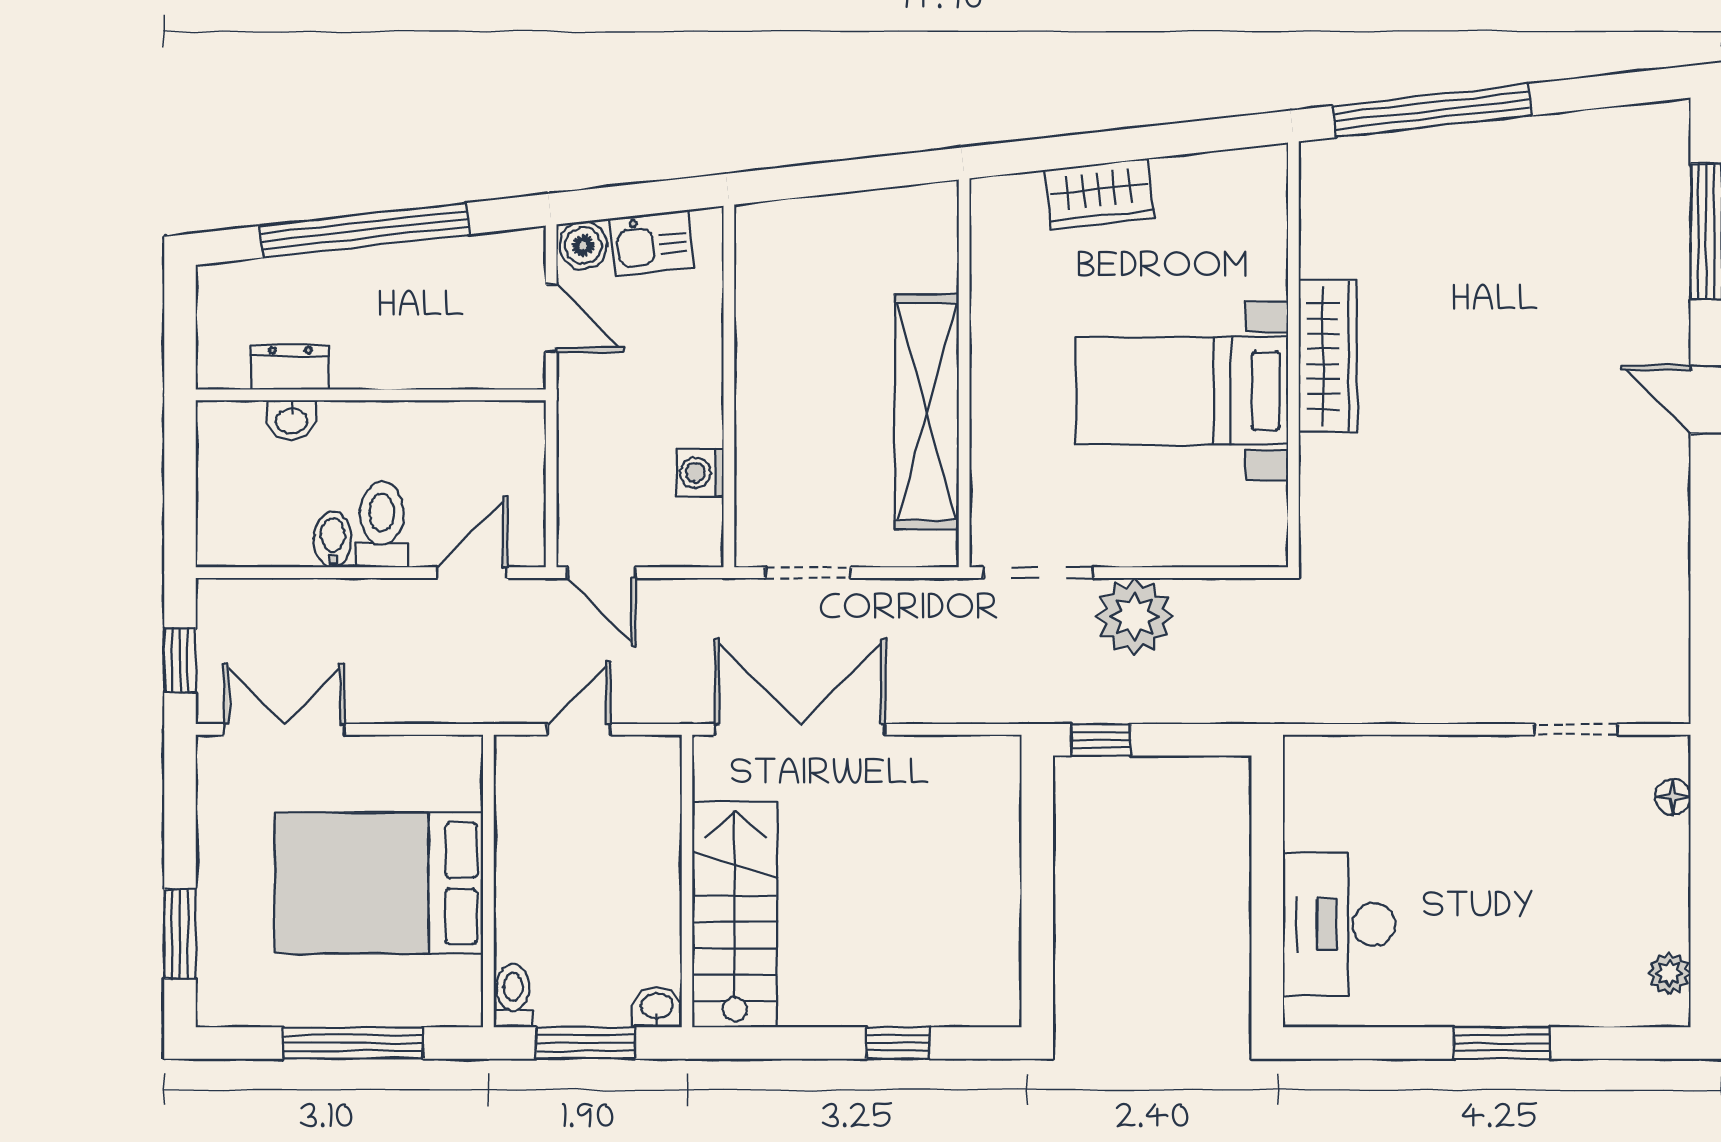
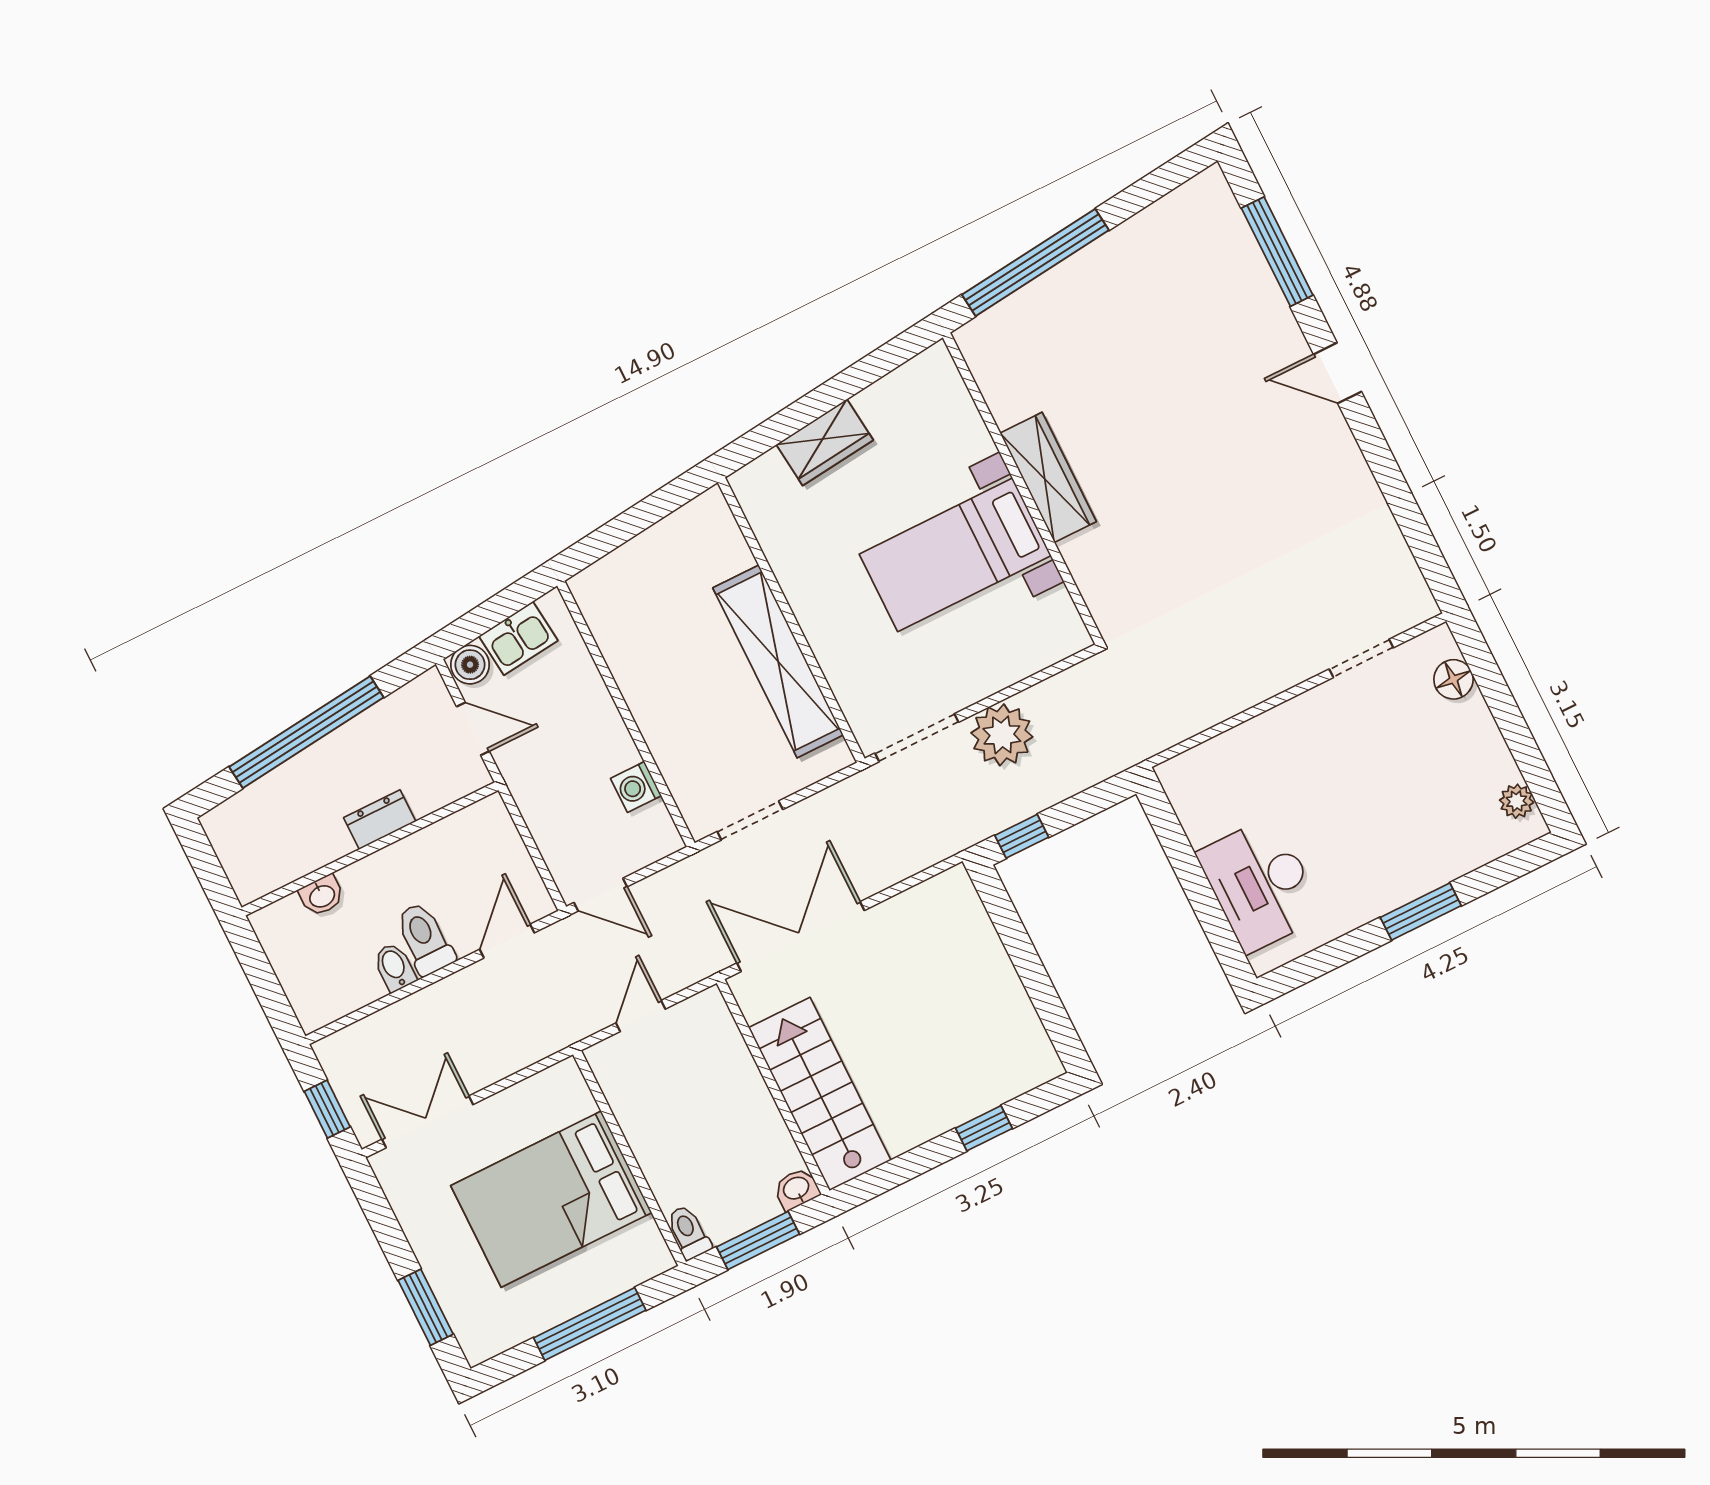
dresser: (290, 368) -> (380, 820), moved
floor lamp: (1673, 797) -> (1453, 679), width x1.37, depth x1.37

